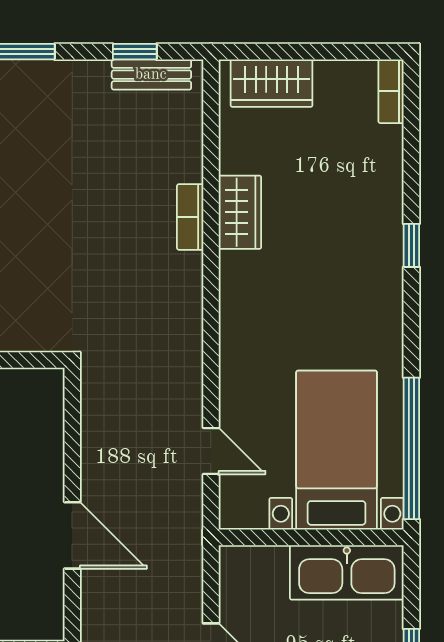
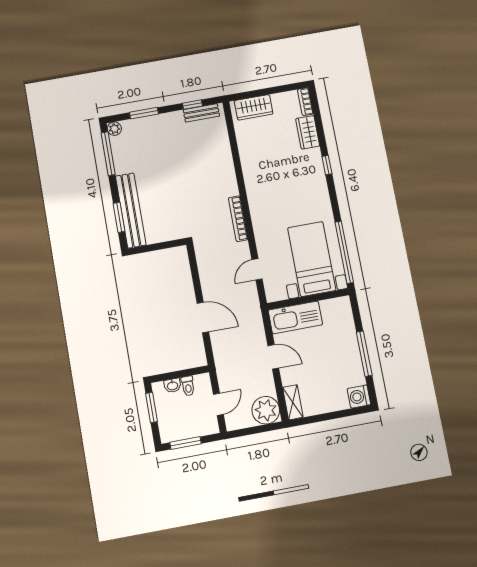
wardrobe: (240, 212) -> (308, 132), moved, turned 180
bookcase: (190, 217) -> (238, 219), moved, width x1.56
door: (211, 451) -> (257, 269), swing flipped
kitchen sink: (347, 572) -> (295, 317), moved

